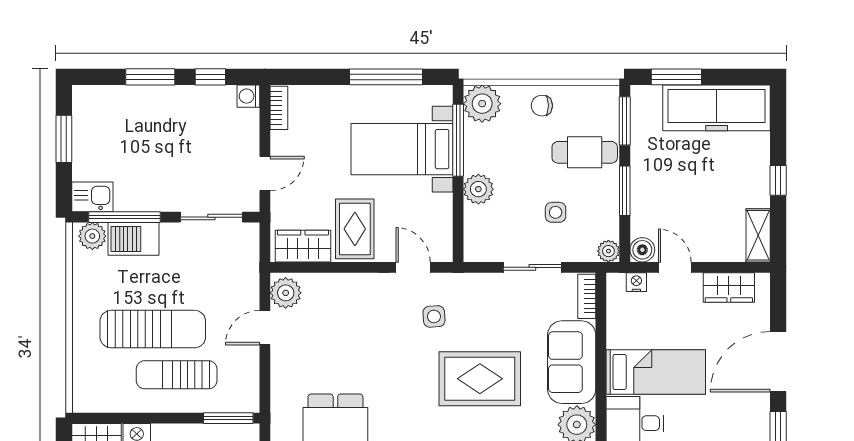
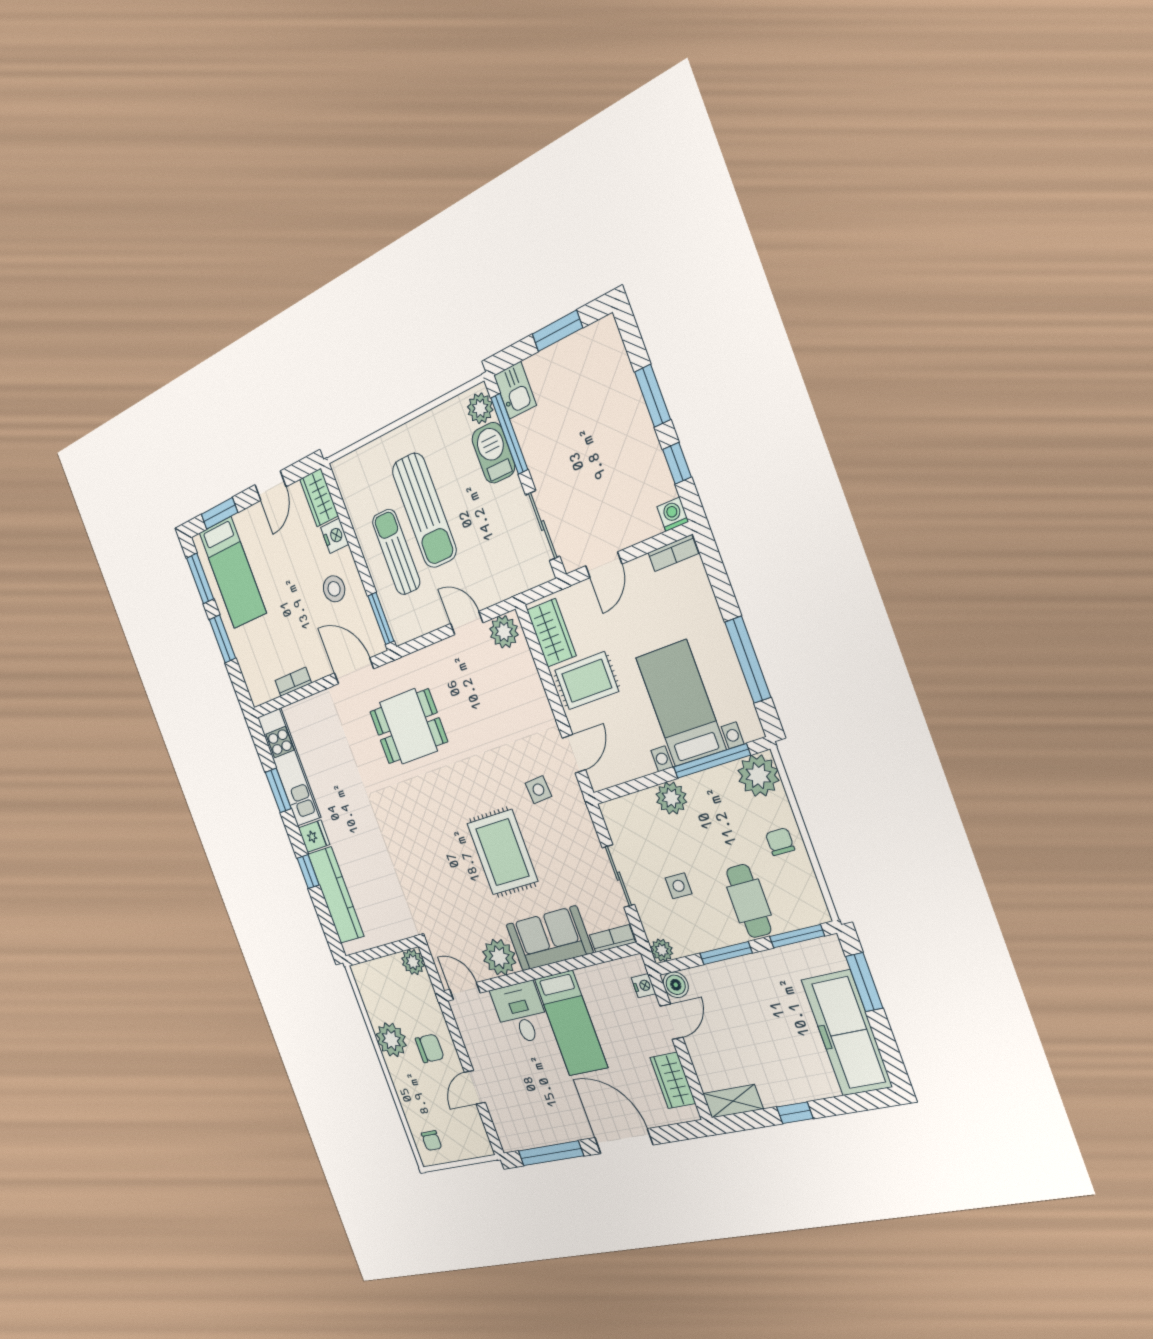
door: (265, 174) -> (604, 565), hinge flipped

